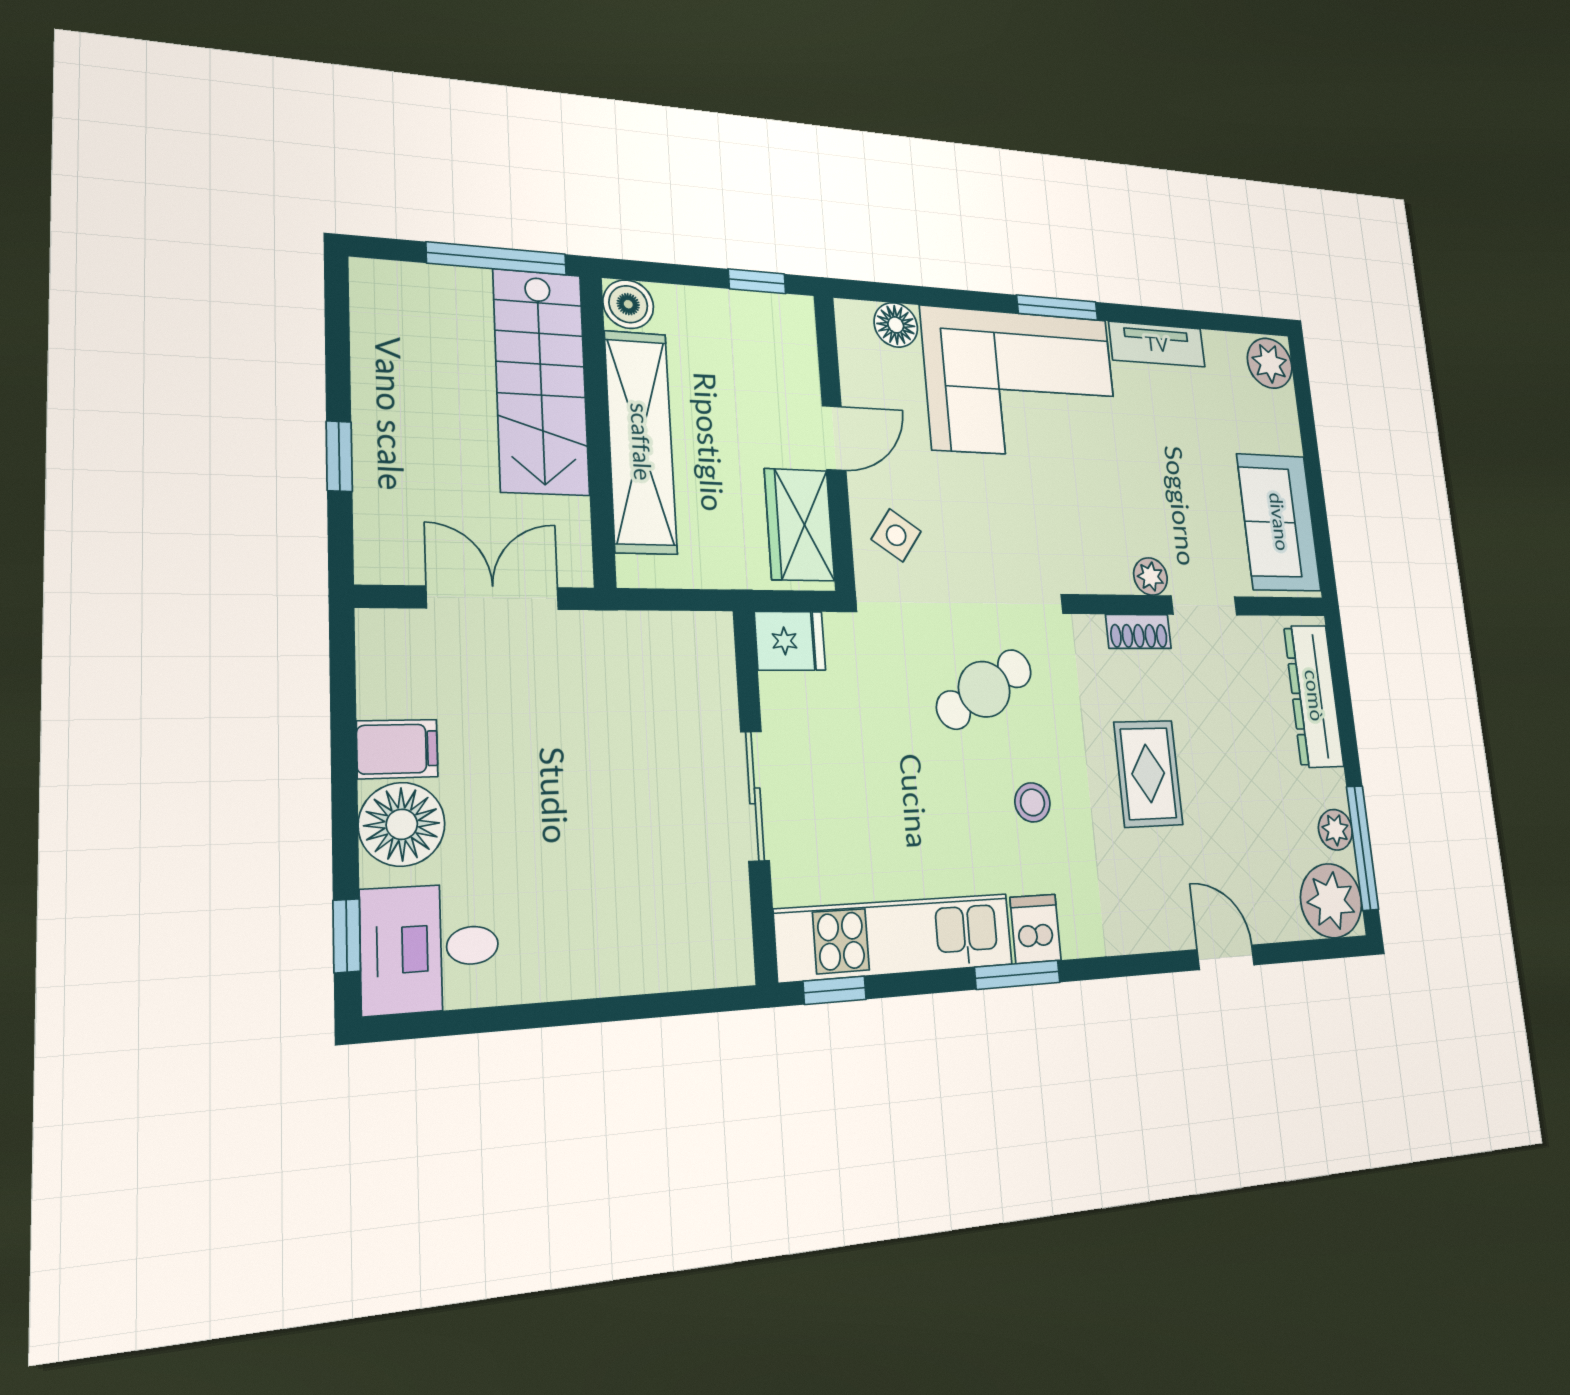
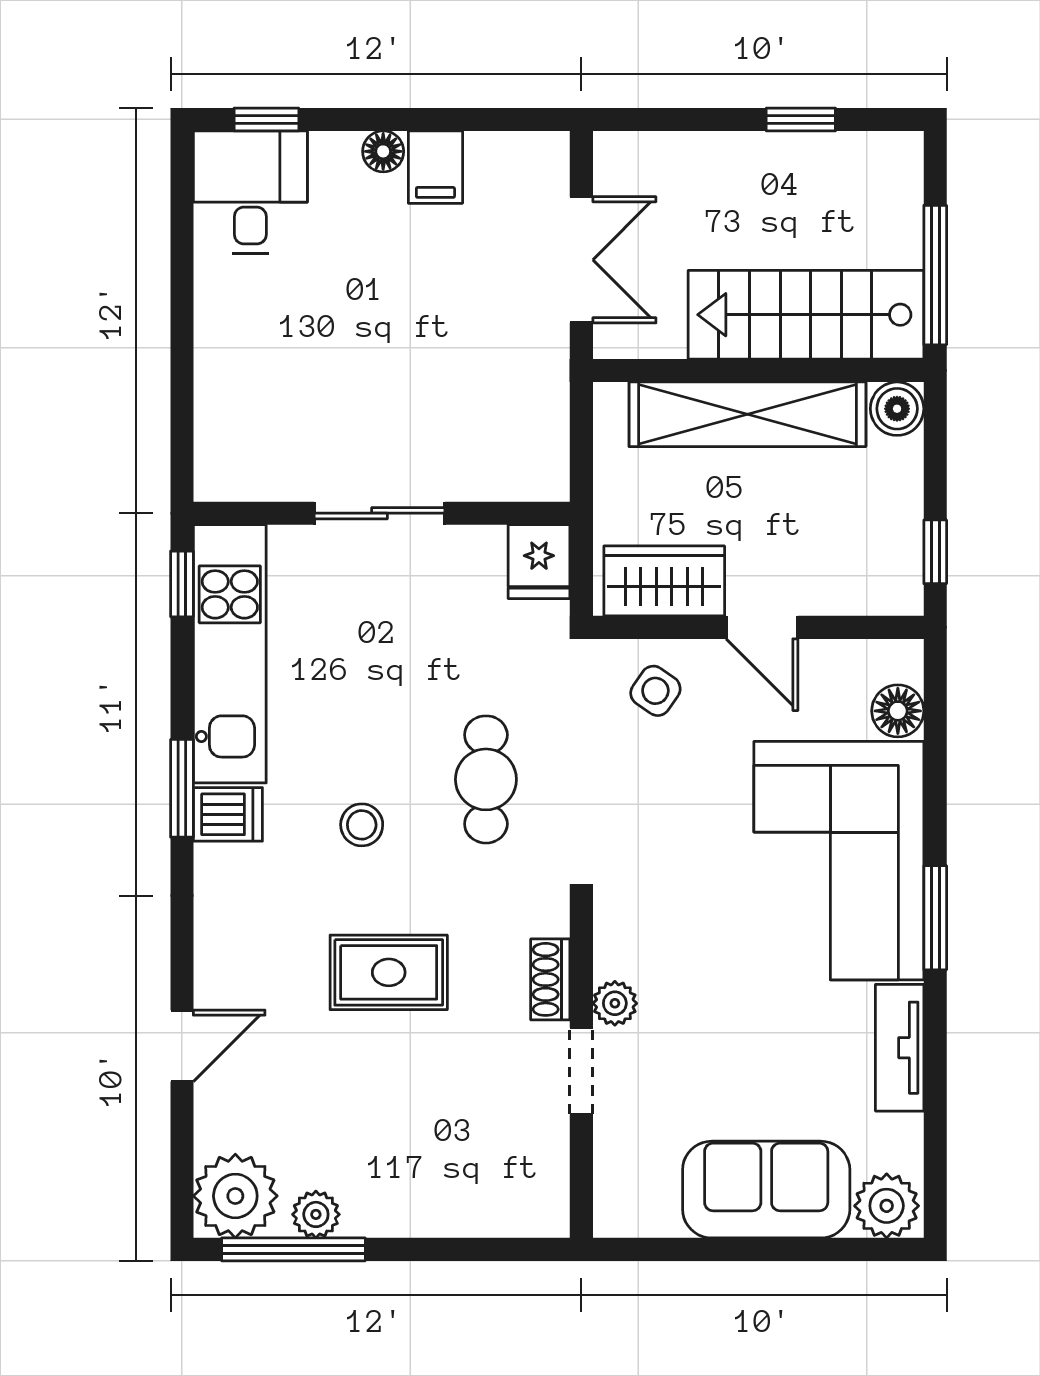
window: (339, 456) -> (801, 119), moved
sofa: (1279, 522) -> (766, 1190), moved
cafe table: (984, 689) -> (486, 779), turned 30
dresser: (1314, 696) -> (473, 1208), removed
floor lamp: (402, 824) -> (383, 151), width x0.53, depth x0.53

